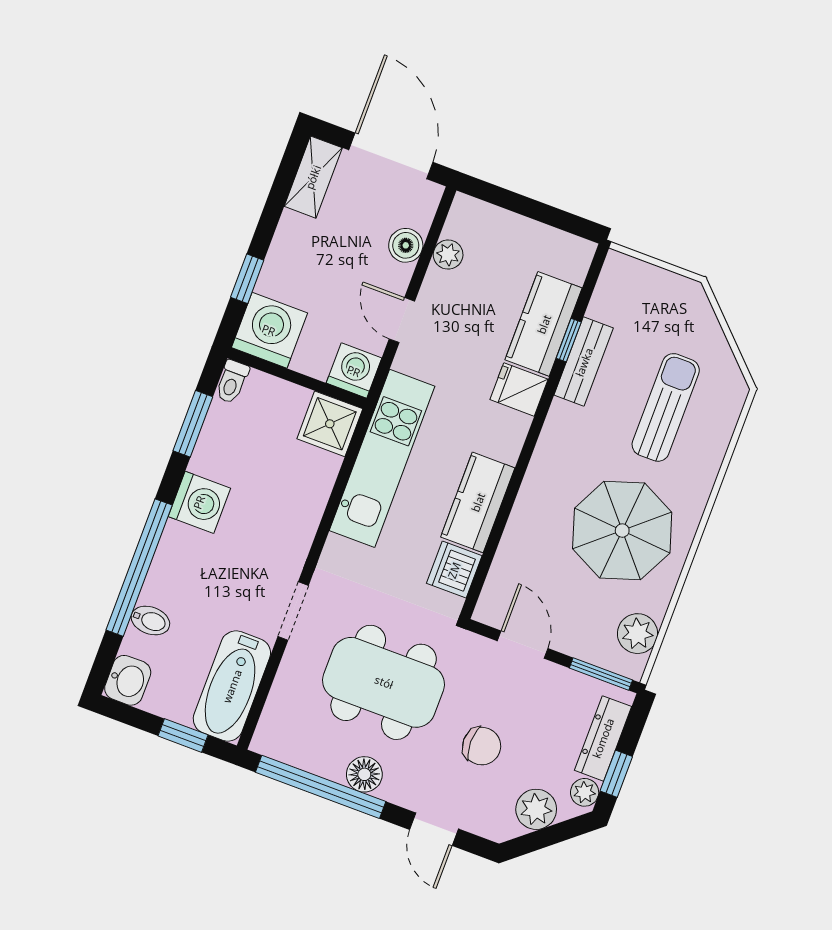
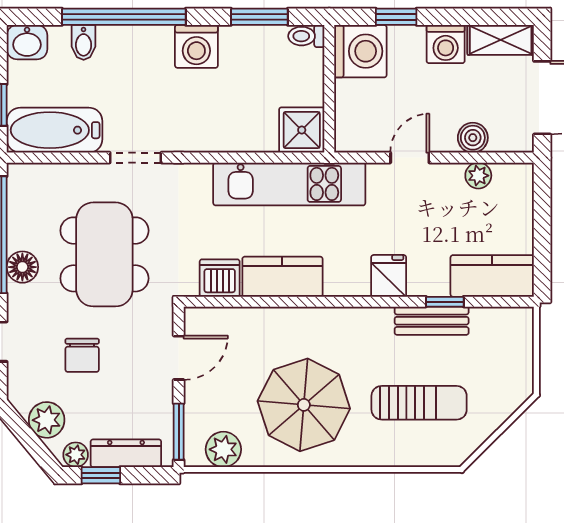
kitchen counter: (544, 324) -> (492, 276), moved
washing machine: (354, 371) -> (446, 44), moved, turned 90

